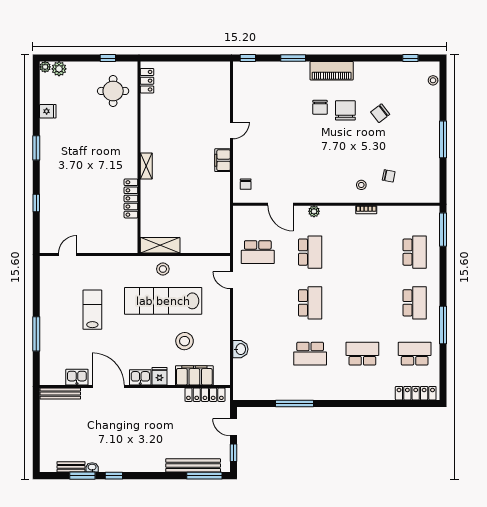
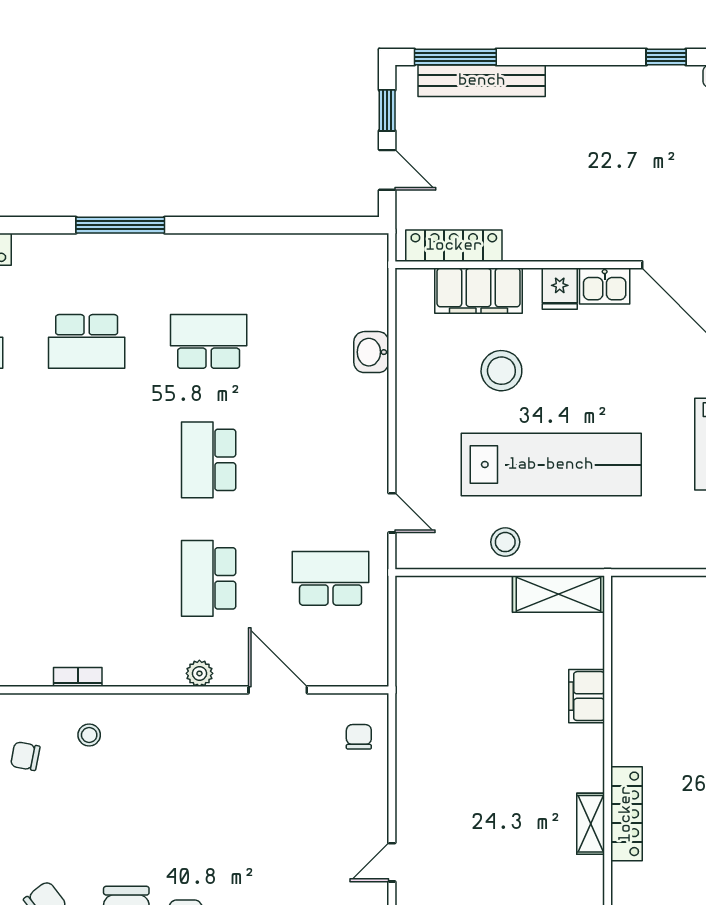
filing cabinet: (222, 160) -> (587, 696), moved, turned 180
shelving: (146, 166) -> (591, 824), moved
locker: (131, 198) -> (626, 814), moved
stool: (163, 269) -> (505, 542), moved
window: (294, 404) -> (120, 225), moved

